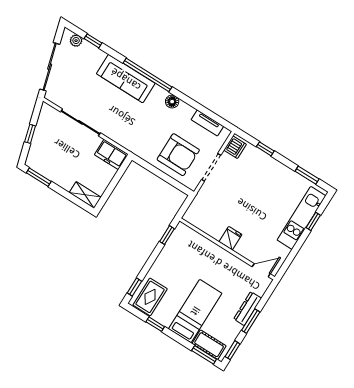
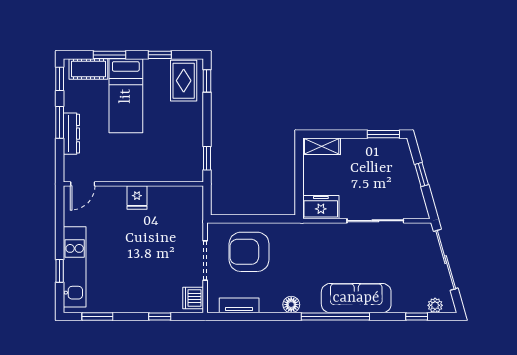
window: (204, 355) -> (109, 55), moved

